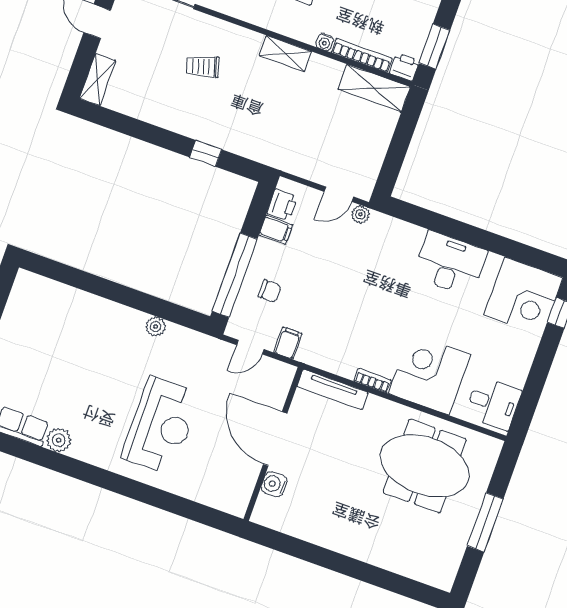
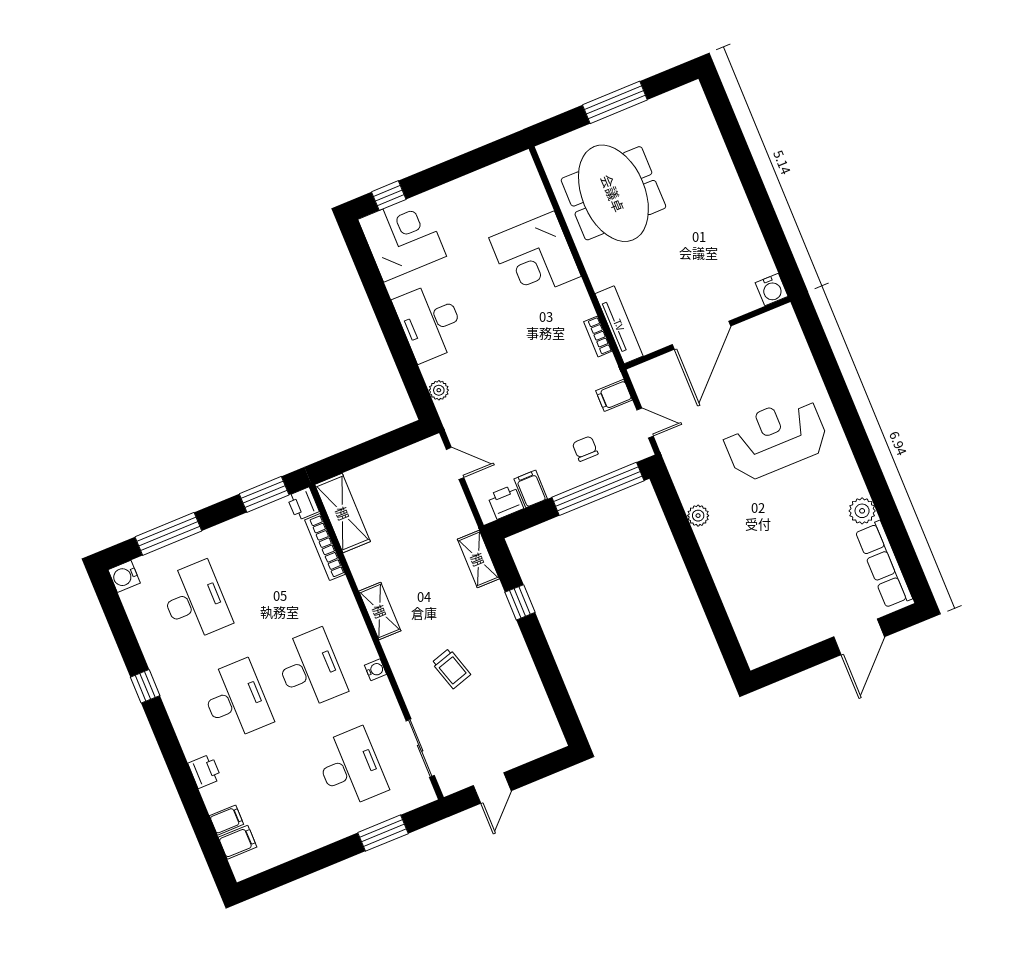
water cooler: (325, 42) -> (375, 670), moved
shelving: (98, 79) -> (478, 559), moved, turned 90
plant: (360, 214) -> (439, 390), moved
bookcase: (372, 381) -> (598, 336), moved
desk: (493, 403) -> (512, 184), removed
water cooler: (274, 484) -> (772, 290), moved

